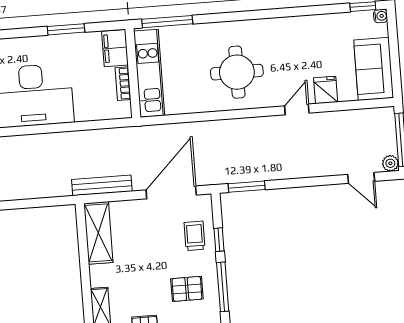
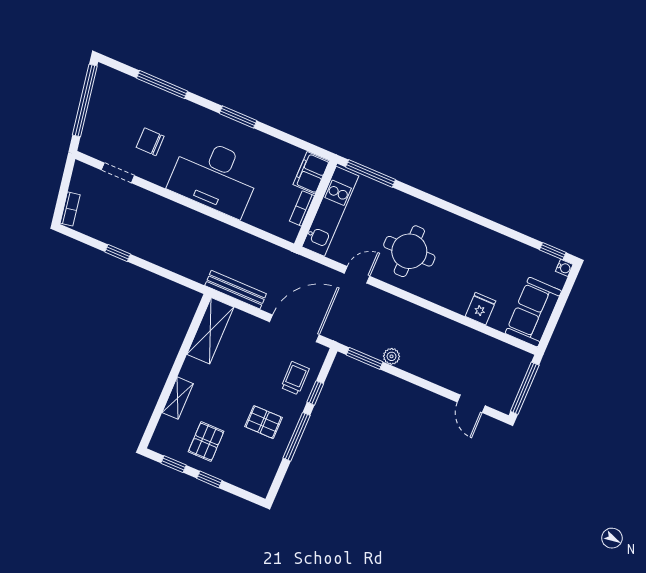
window: (66, 29) -> (238, 117), moved
door: (297, 109) -> (357, 275), moved
plant: (390, 163) -> (392, 356), moved

